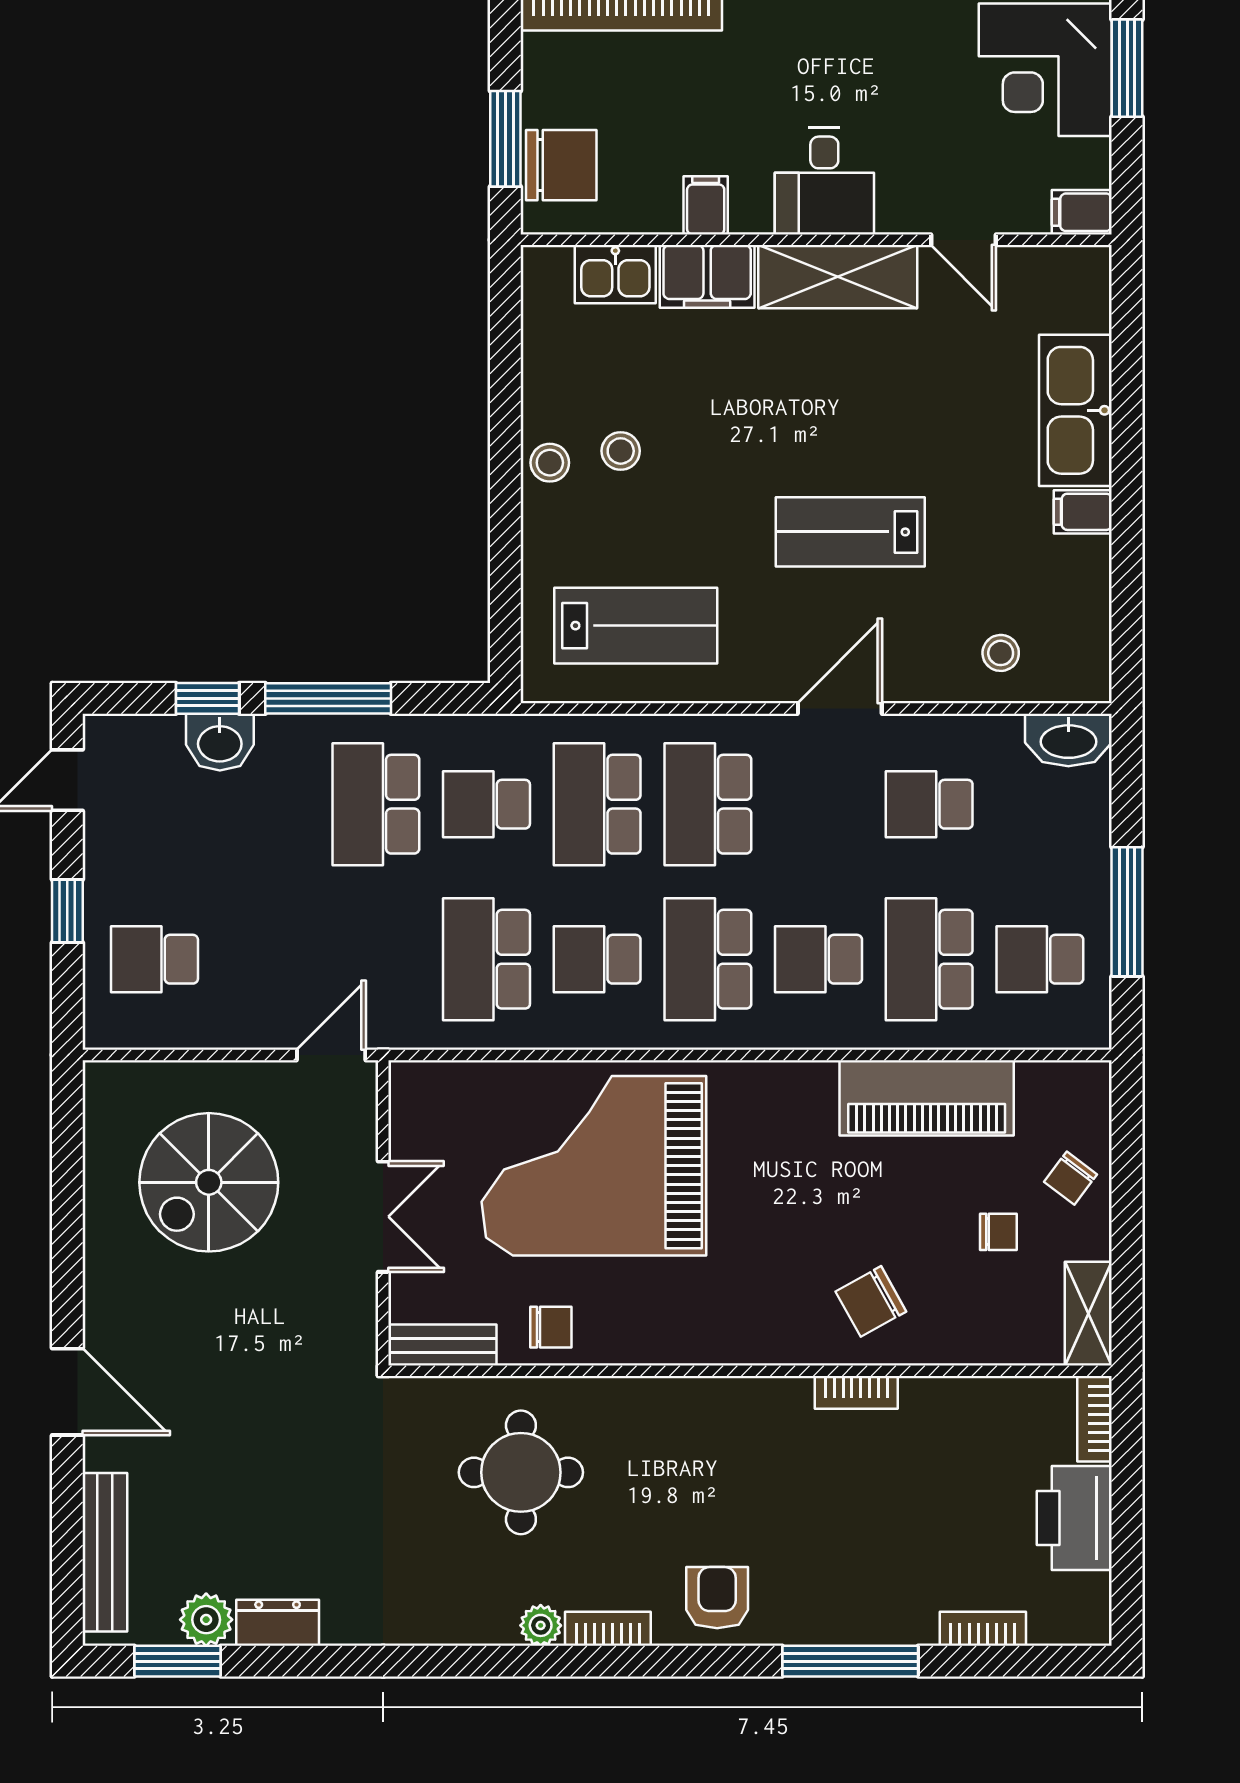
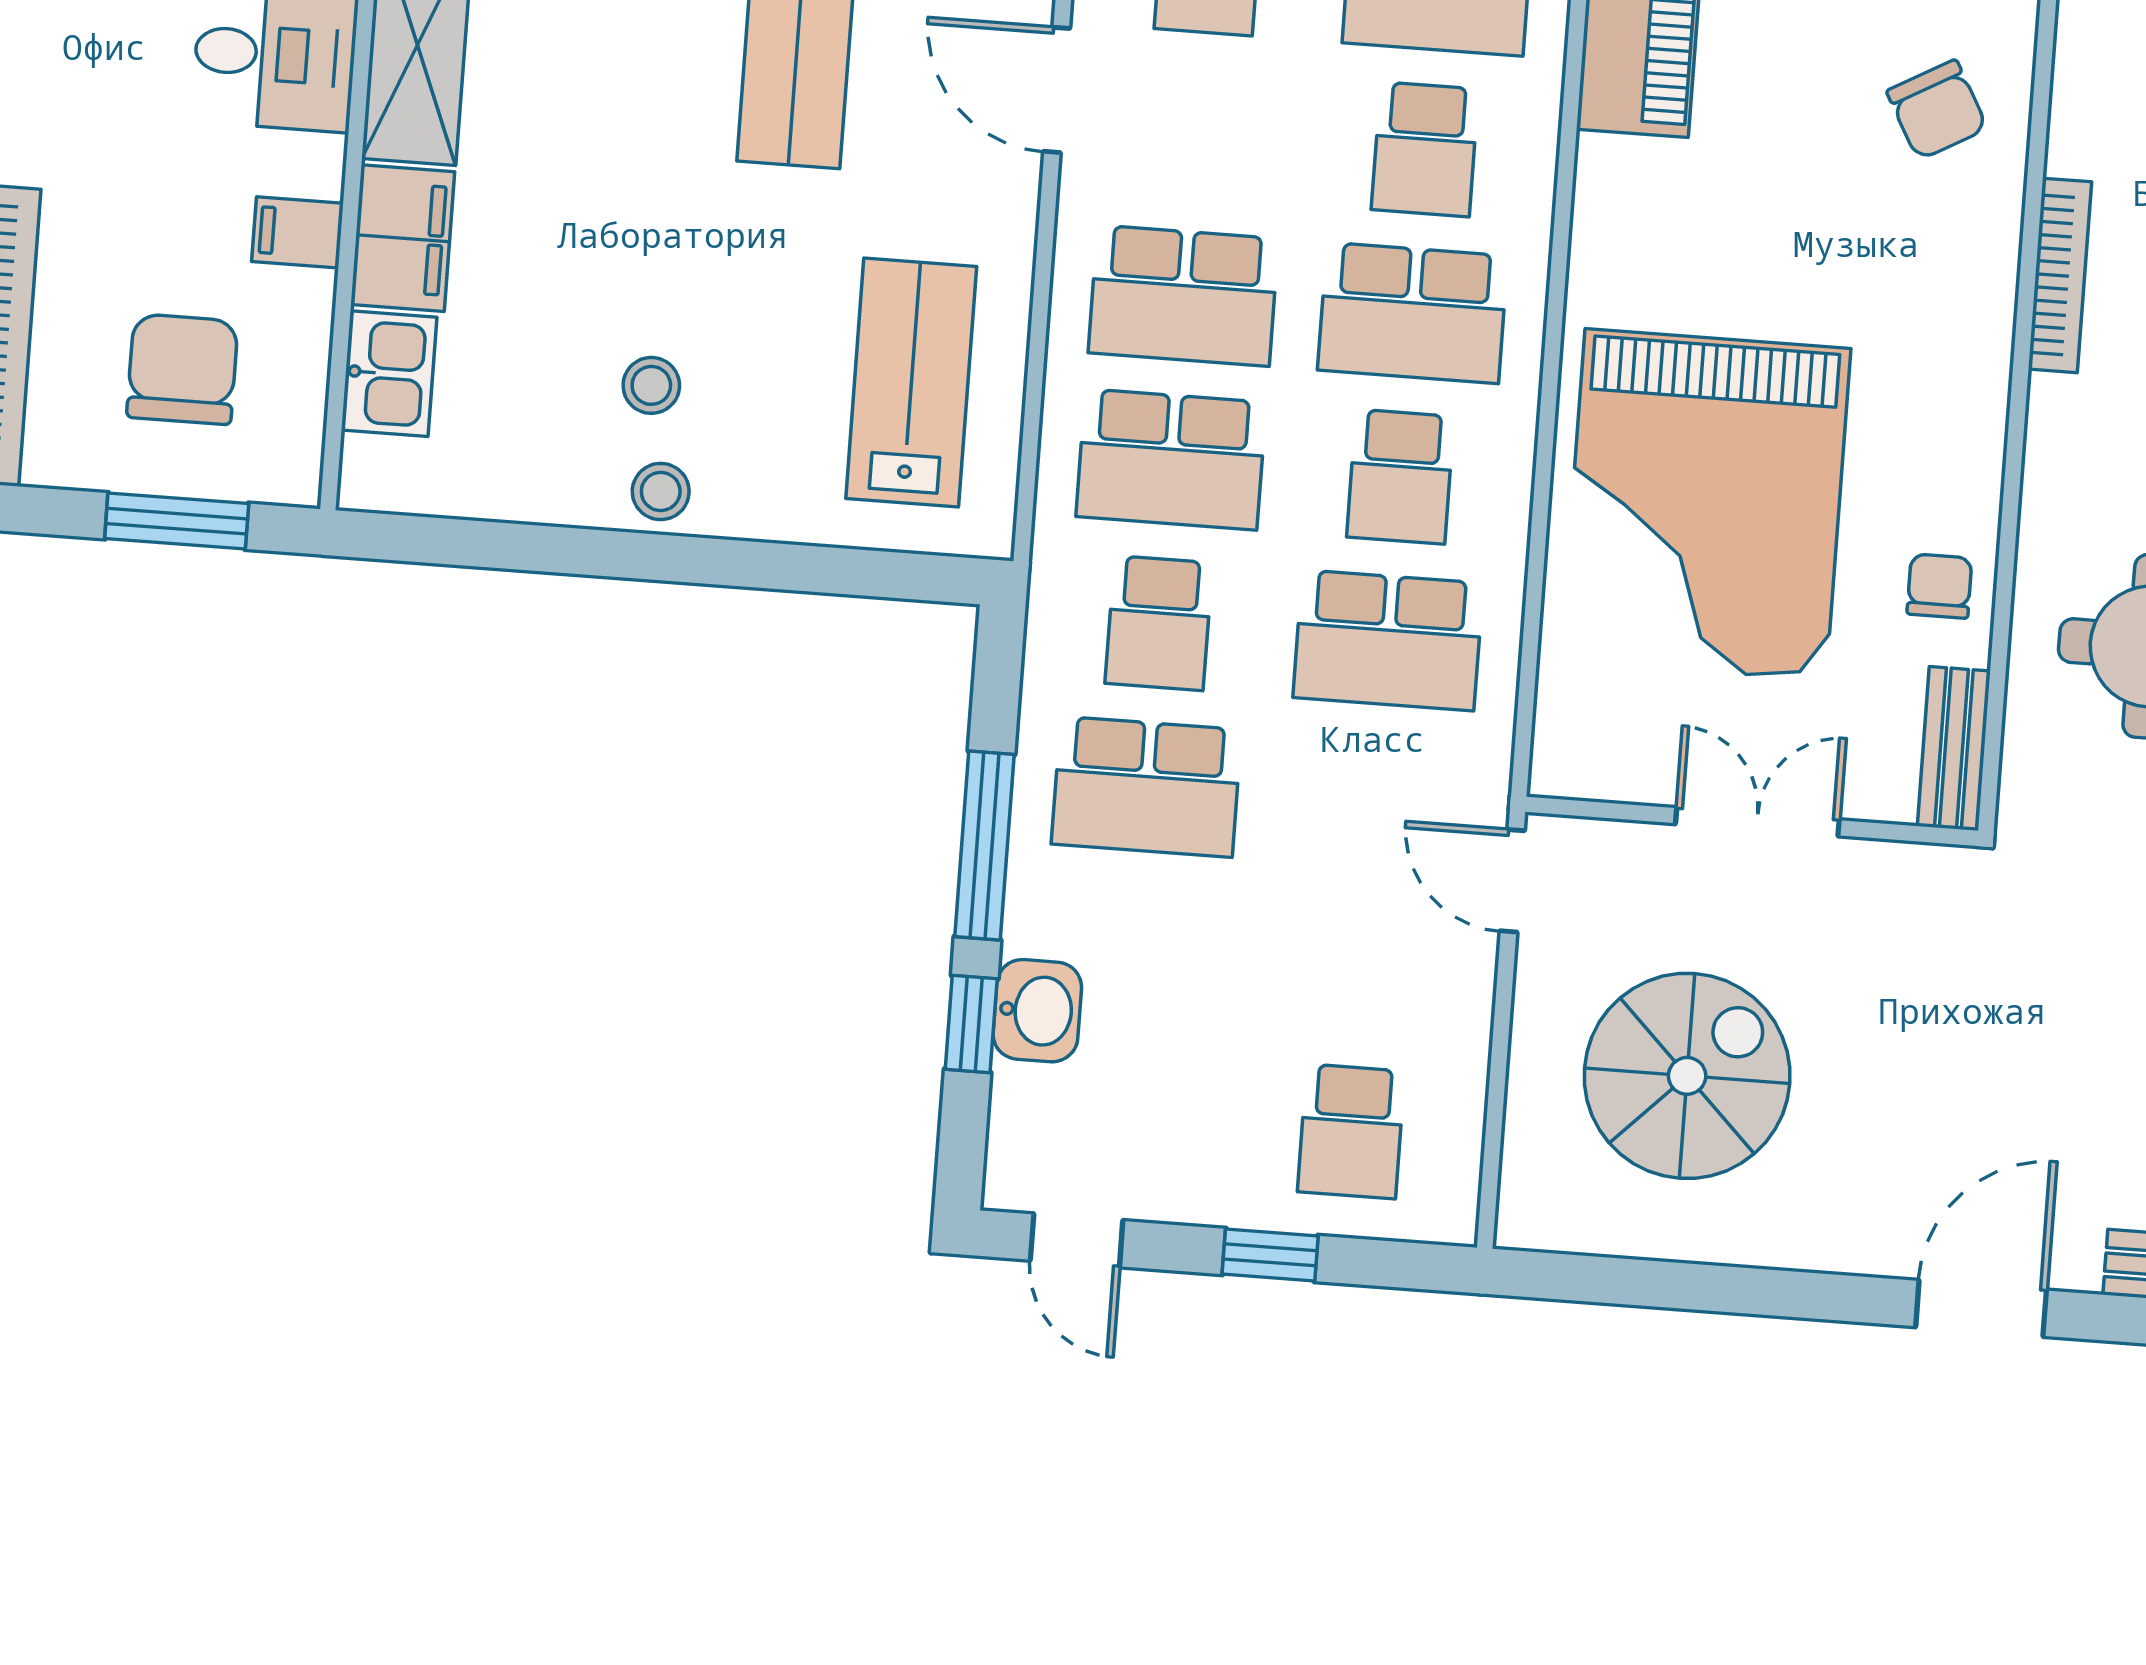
chair: (561, 165) -> (182, 369), moved
spiral stairs: (209, 1182) -> (1687, 1076), turned -90
bookcase: (856, 1392) -> (2060, 275), moved, width x1.56

